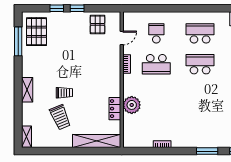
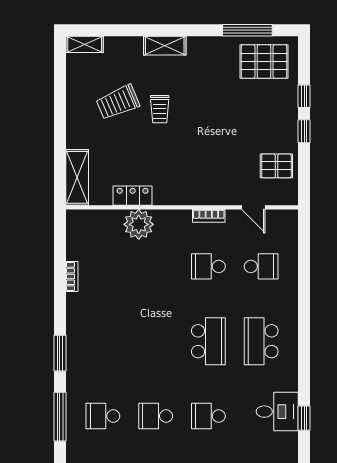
school desk: (200, 33) -> (261, 341), turned 180
school desk: (156, 64) -> (208, 266), width x0.54
shelving: (97, 141) -> (77, 177), width x0.68

